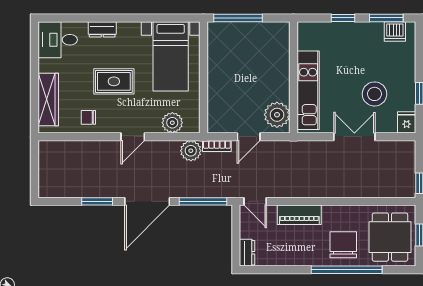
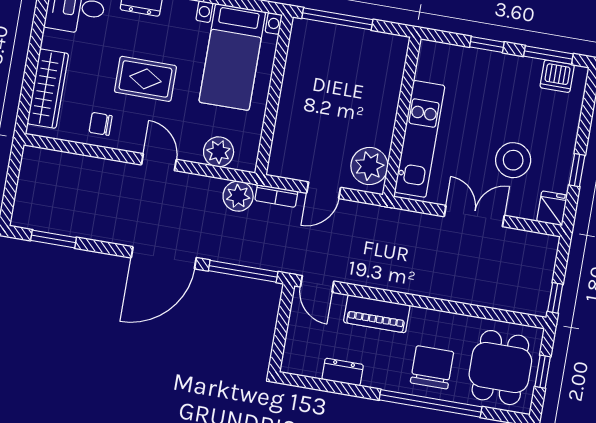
door: (133, 137) -> (159, 162), swing flipped
window: (97, 201) -> (54, 239), moved
dresser: (247, 253) -> (343, 372), moved, turned -90

